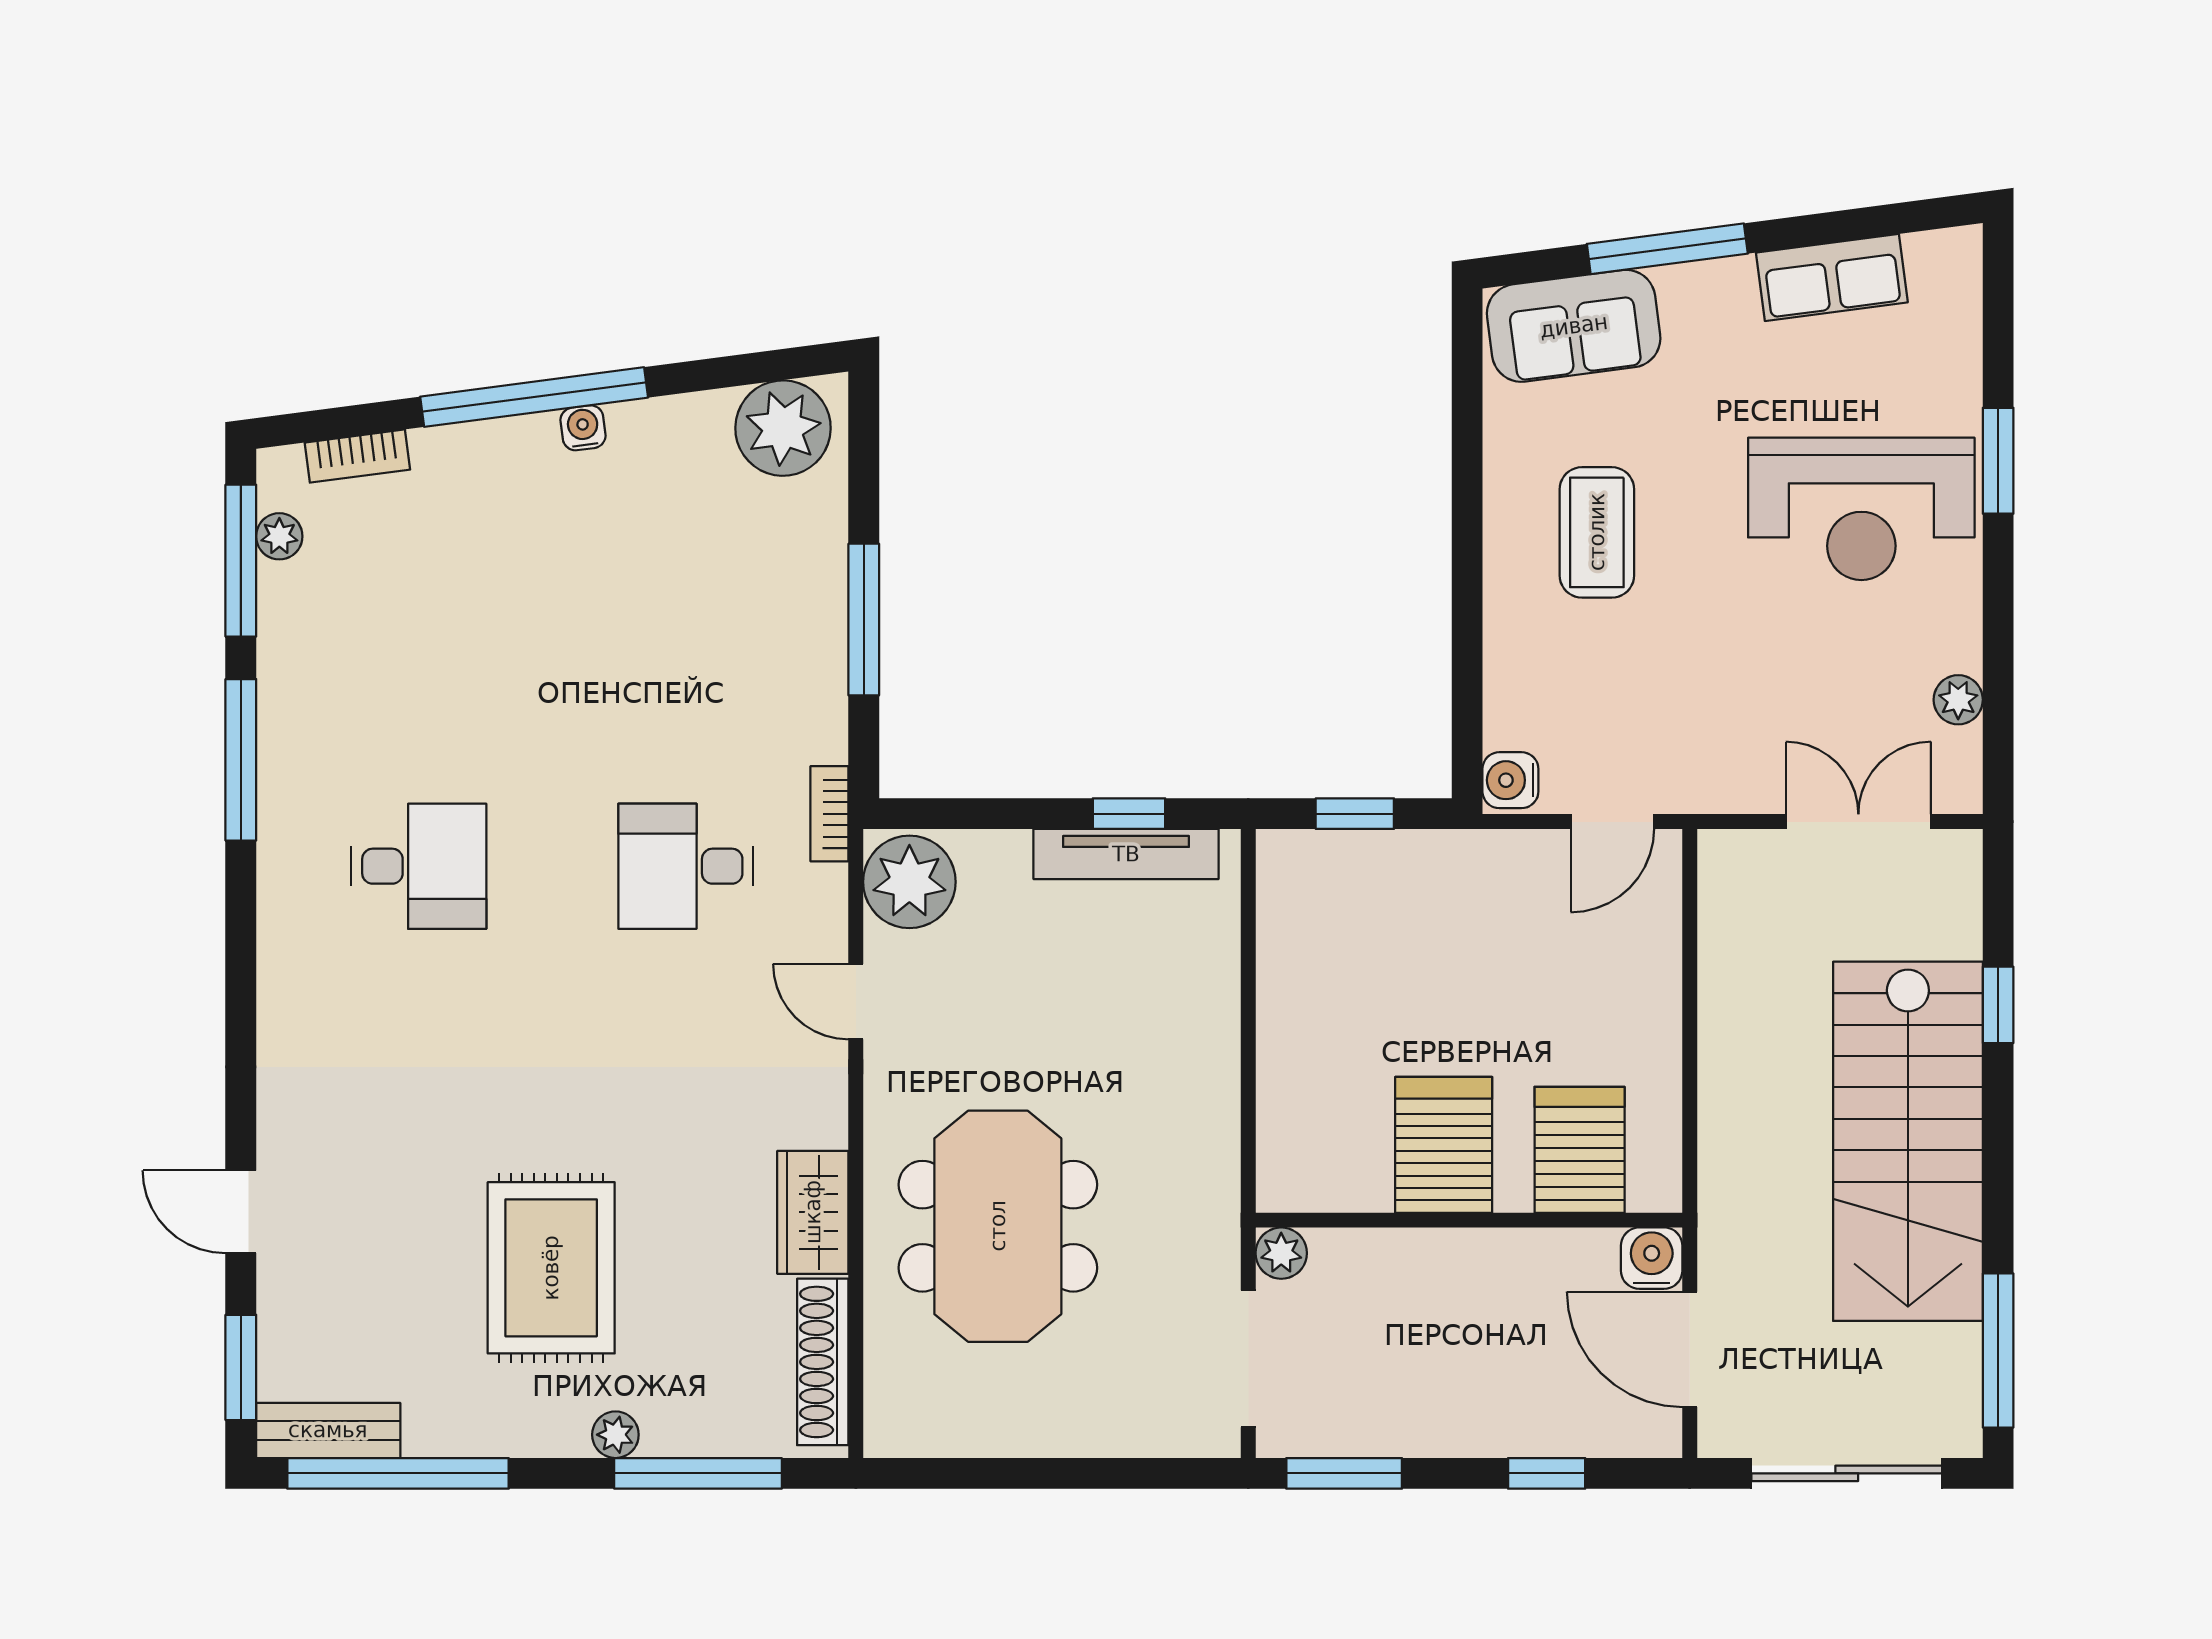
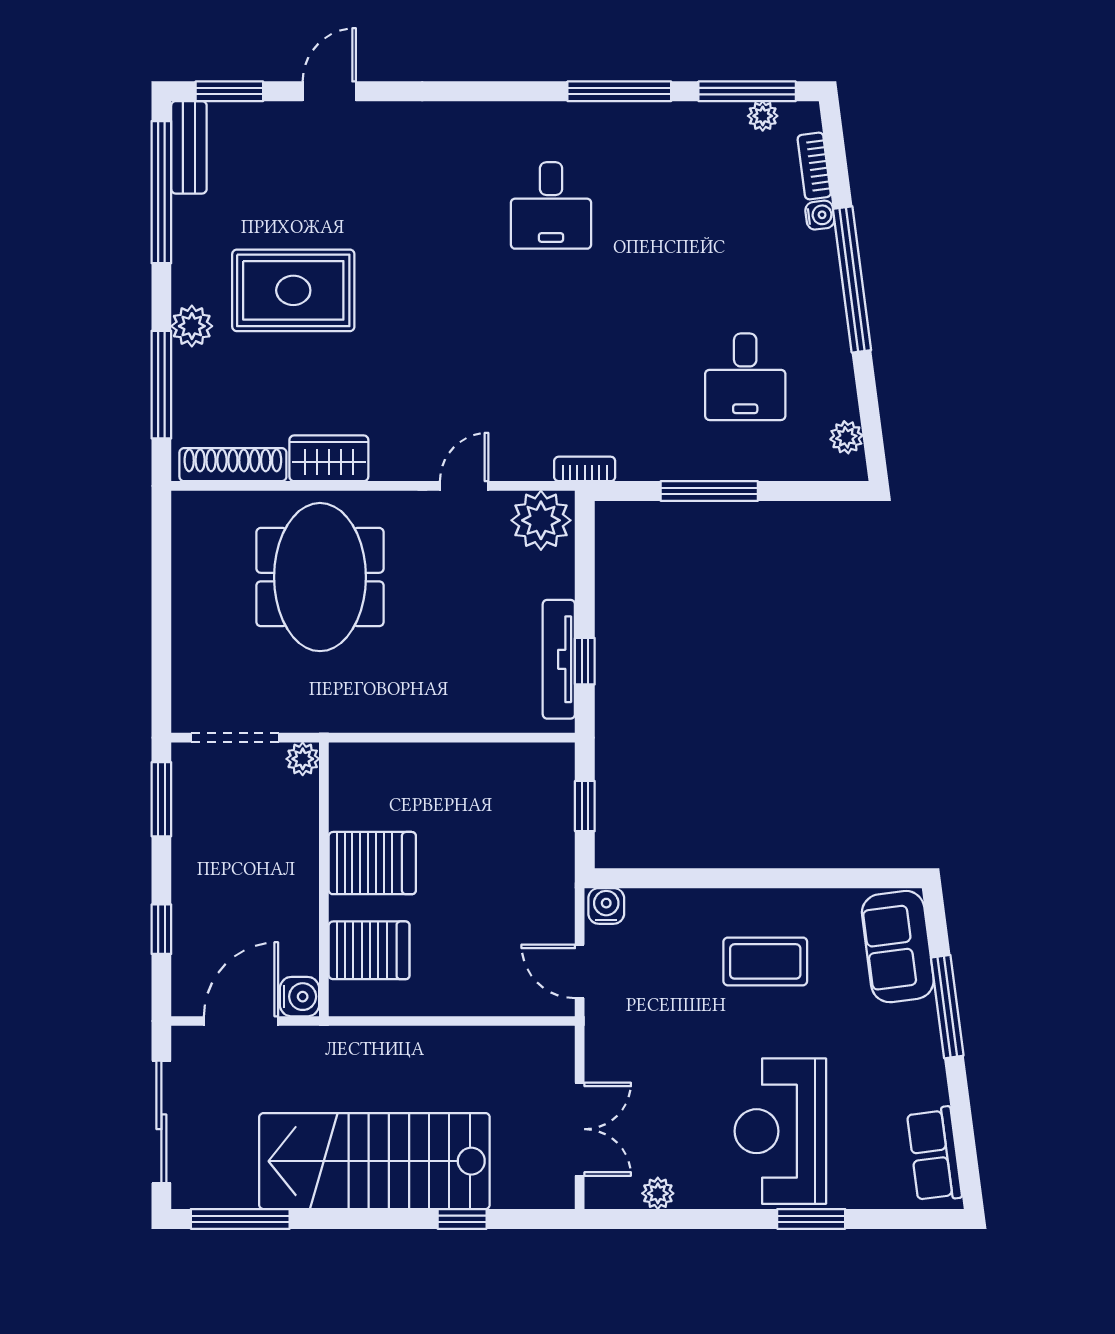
row of seats: (1832, 277) -> (934, 1155), moved
water cooler: (583, 428) -> (820, 215), moved
plant: (783, 428) -> (846, 437), width x0.53, depth x0.53
desk: (686, 866) -> (745, 377), moved, turned 180
meeting table: (998, 1226) -> (320, 577), turned 90
plant: (615, 1435) -> (192, 326), width x1.38, depth x1.38

